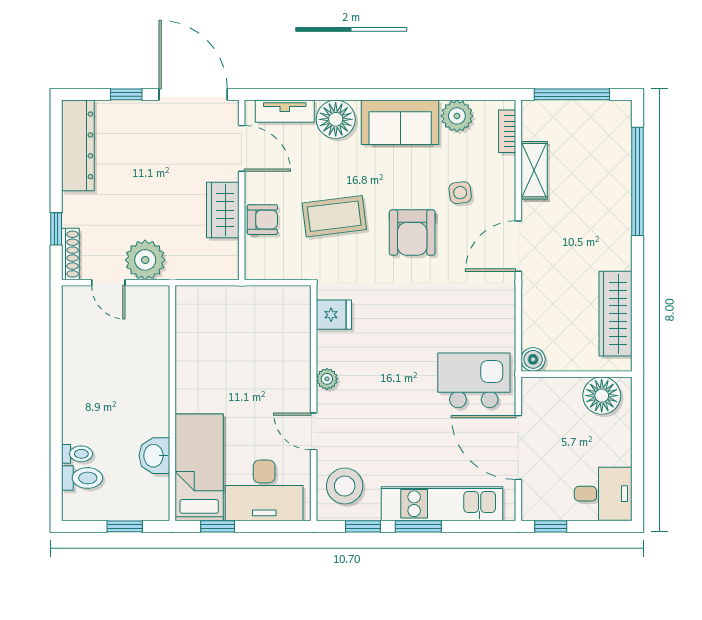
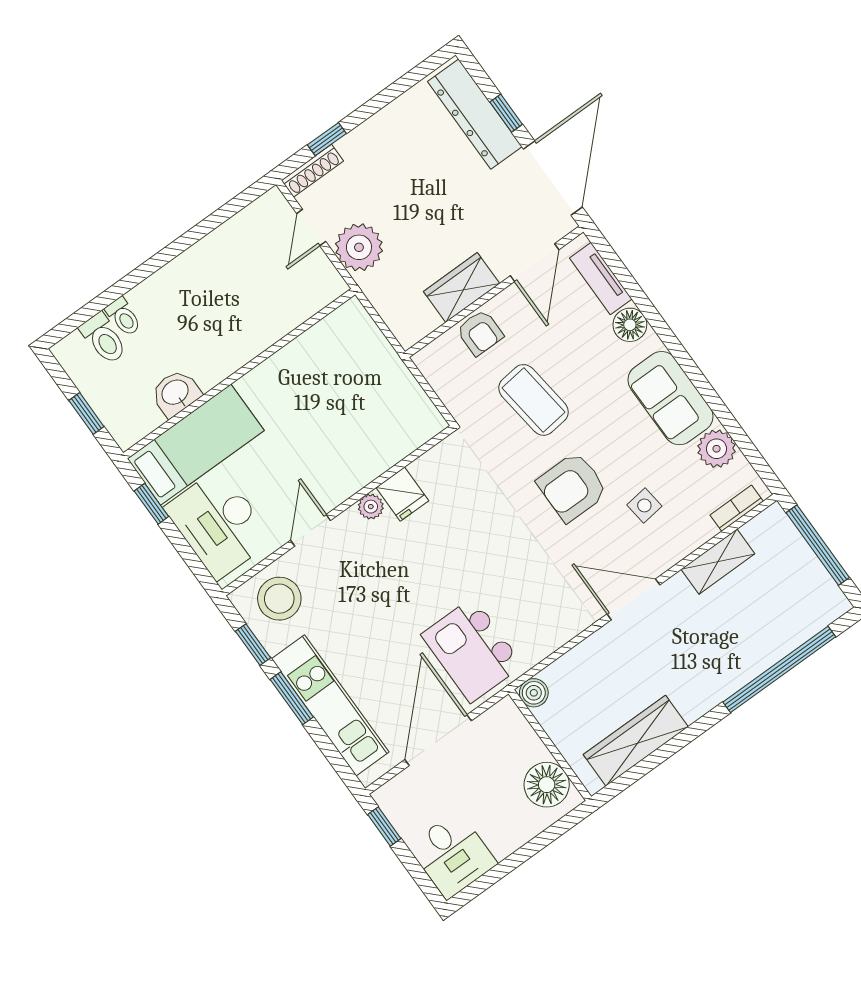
floor lamp: (336, 119) -> (630, 325), width x0.73, depth x0.73
dresser: (78, 145) -> (475, 114), moved, turned 90
fridge: (334, 315) -> (402, 494), moved
kitchen island: (474, 380) -> (472, 650), turned 180

